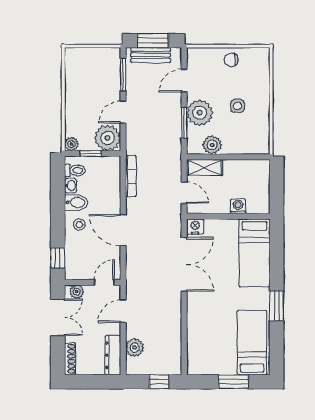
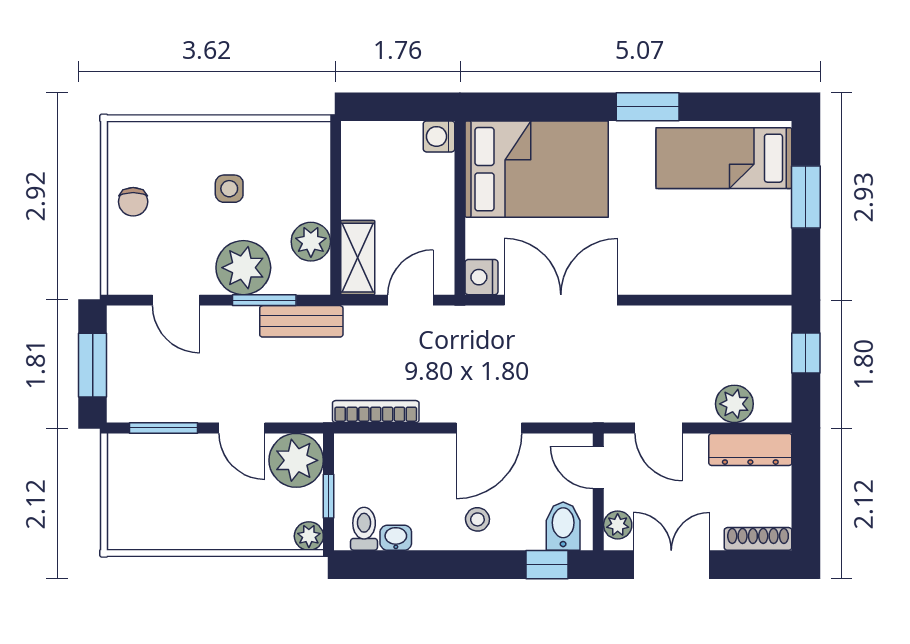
bench: (151, 55) -> (301, 321), moved, turned 90
bidet: (76, 202) -> (563, 526), moved
washing machine: (238, 206) -> (439, 136), moved
bed: (254, 253) -> (537, 169), width x1.50

